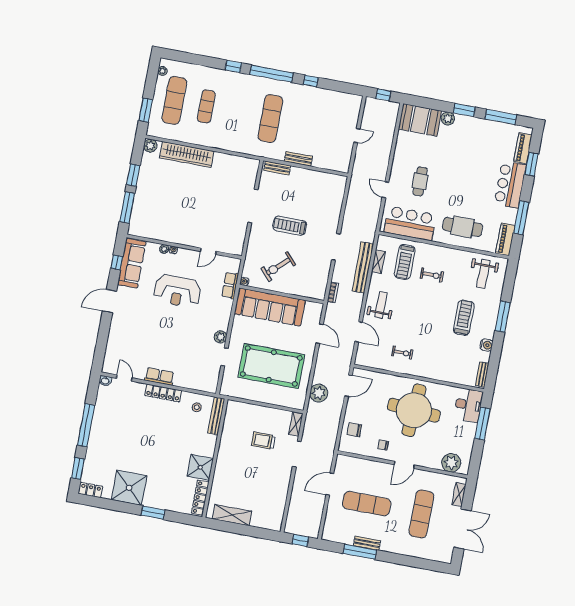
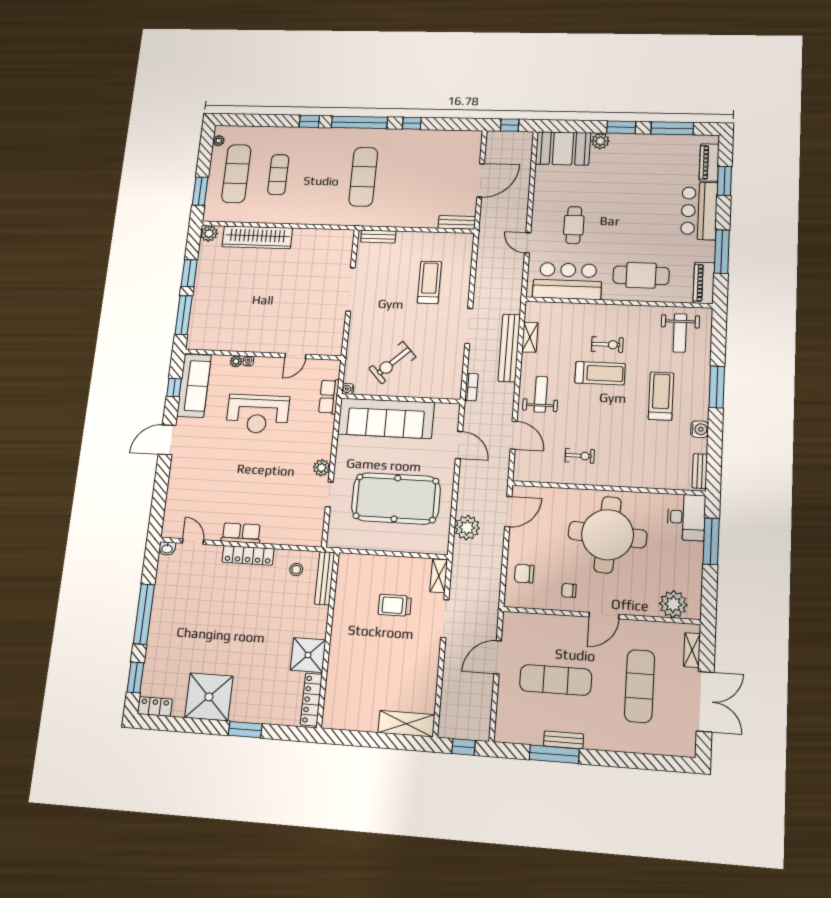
door: (357, 135) -> (481, 180), width x1.87
bench: (298, 159) -> (457, 222), moved
treadmill: (290, 226) -> (429, 282), moved, turned 90
treadmill: (405, 262) -> (600, 373), moved, turned -90
shelving: (232, 515) -> (406, 724), moved

